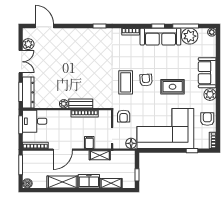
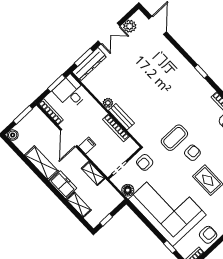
filing cabinet: (89, 142) -> (87, 146), moved
door: (63, 150) -> (69, 138), hinge flipped

